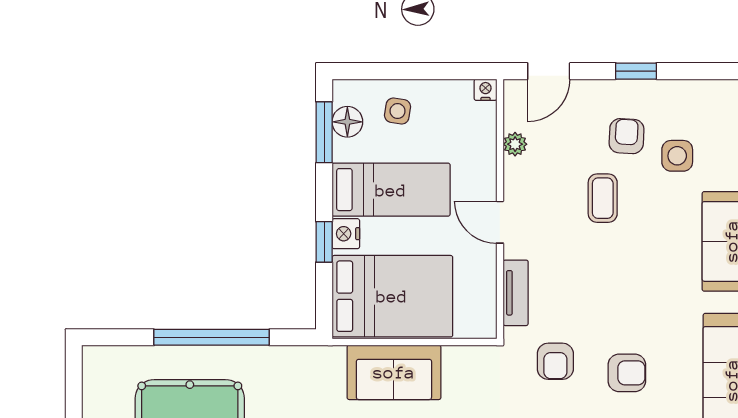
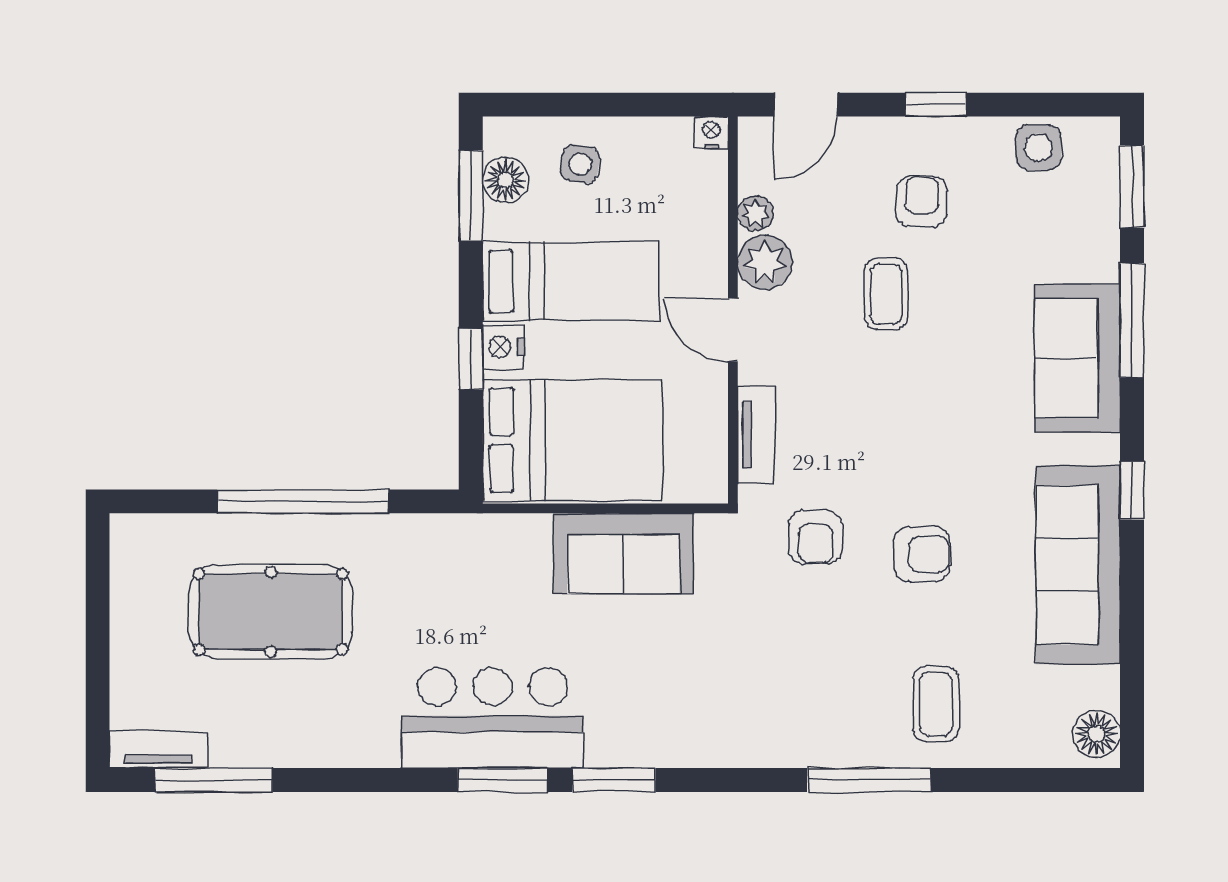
side table: (677, 156) -> (1038, 147), moved
plant: (521, 177) -> (765, 262), added
sofa: (394, 372) -> (623, 554), moved

